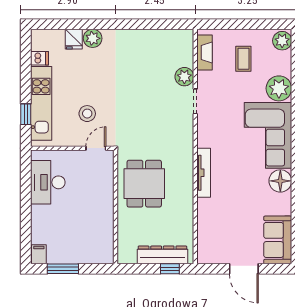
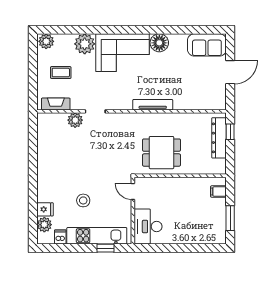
plant: (93, 38) -> (44, 225), moved
stool: (87, 114) -> (83, 200), moved
desk: (48, 182) -> (148, 227), moved, turned 90
filing cabinet: (39, 254) -> (218, 192), moved

